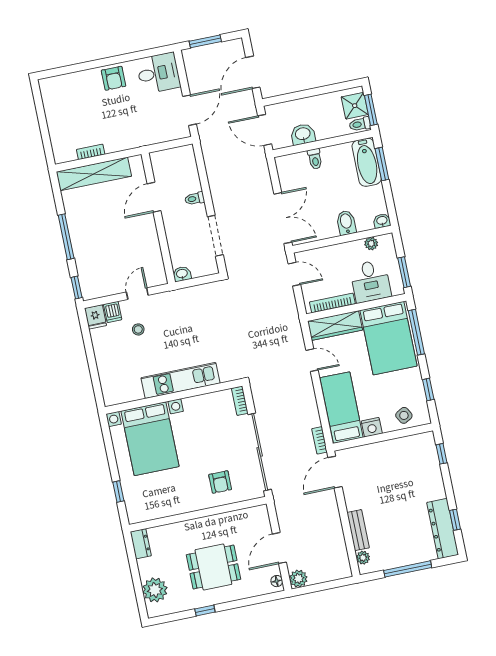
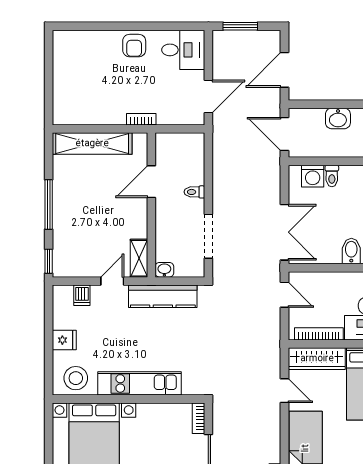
washbasin: (303, 134) -> (338, 118), moved, turned 180
bookcase: (91, 152) -> (141, 119), moved
washing machine: (298, 162) -> (313, 176), added
shelving: (157, 268) -> (139, 258), added
kitchen counter: (185, 298) -> (163, 296), added
fridge: (95, 317) -> (64, 340), moved, turned -90
stool: (138, 329) -> (76, 378), moved, width x1.89, depth x1.89

